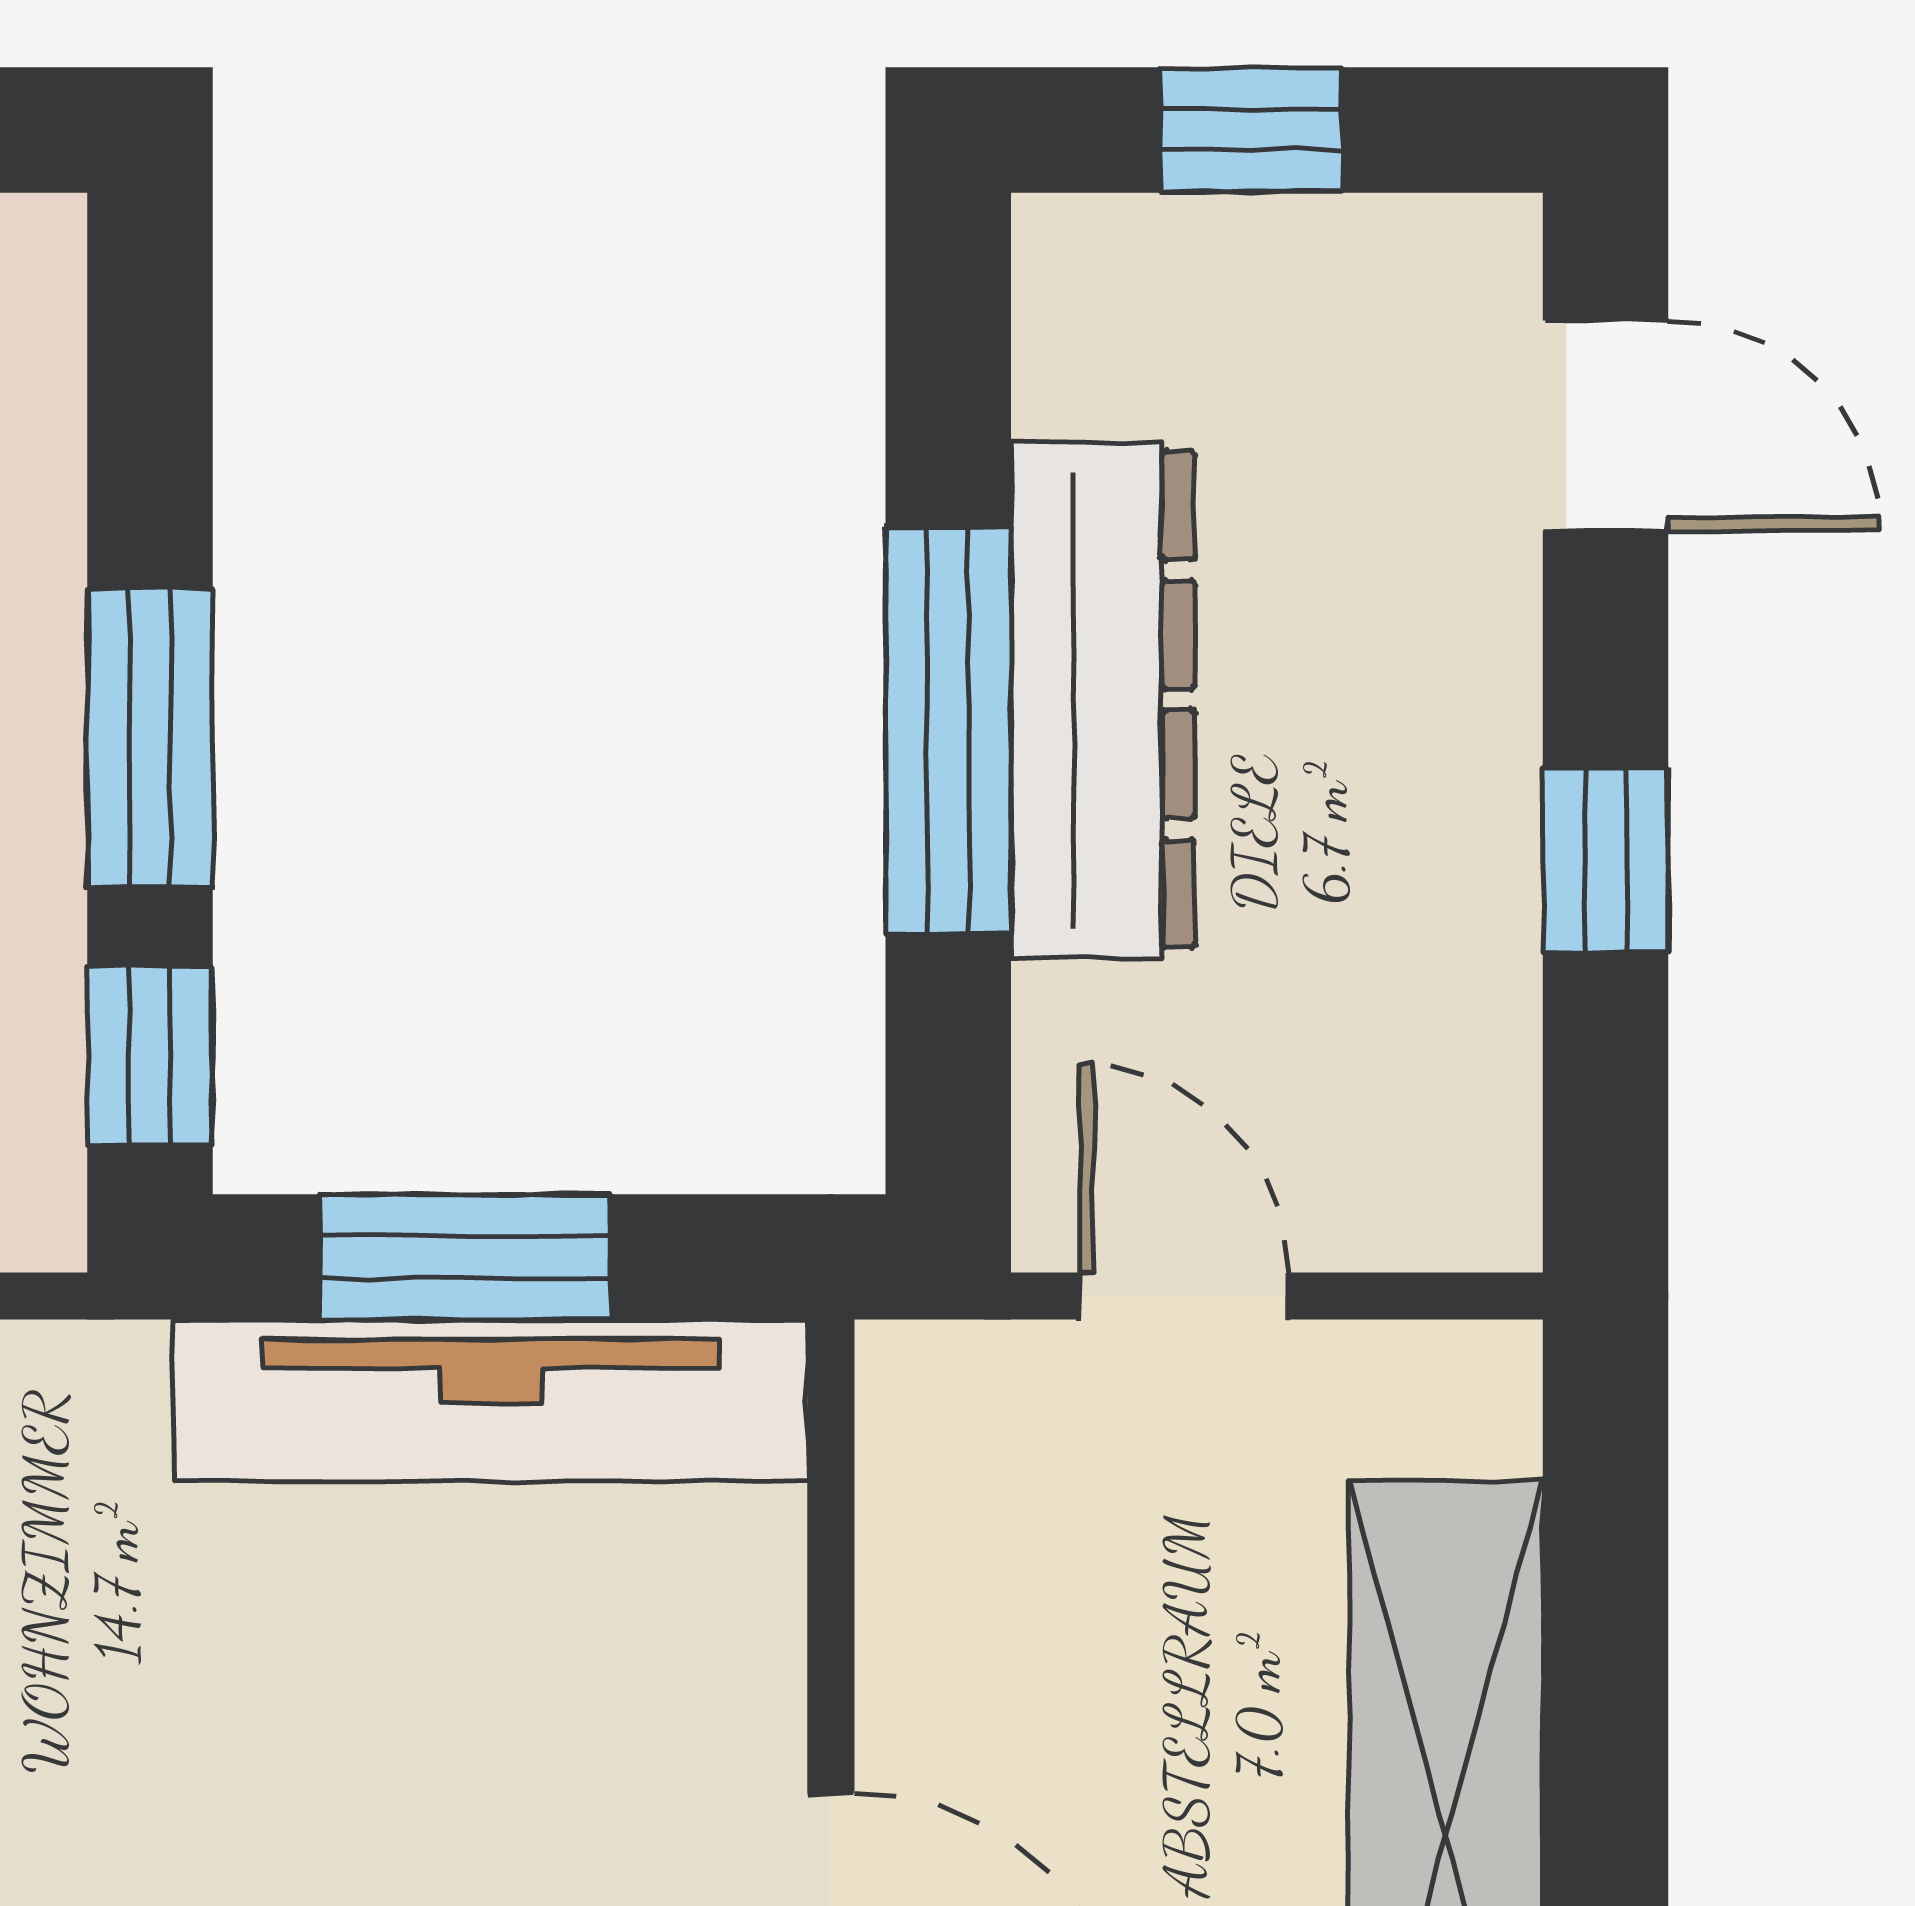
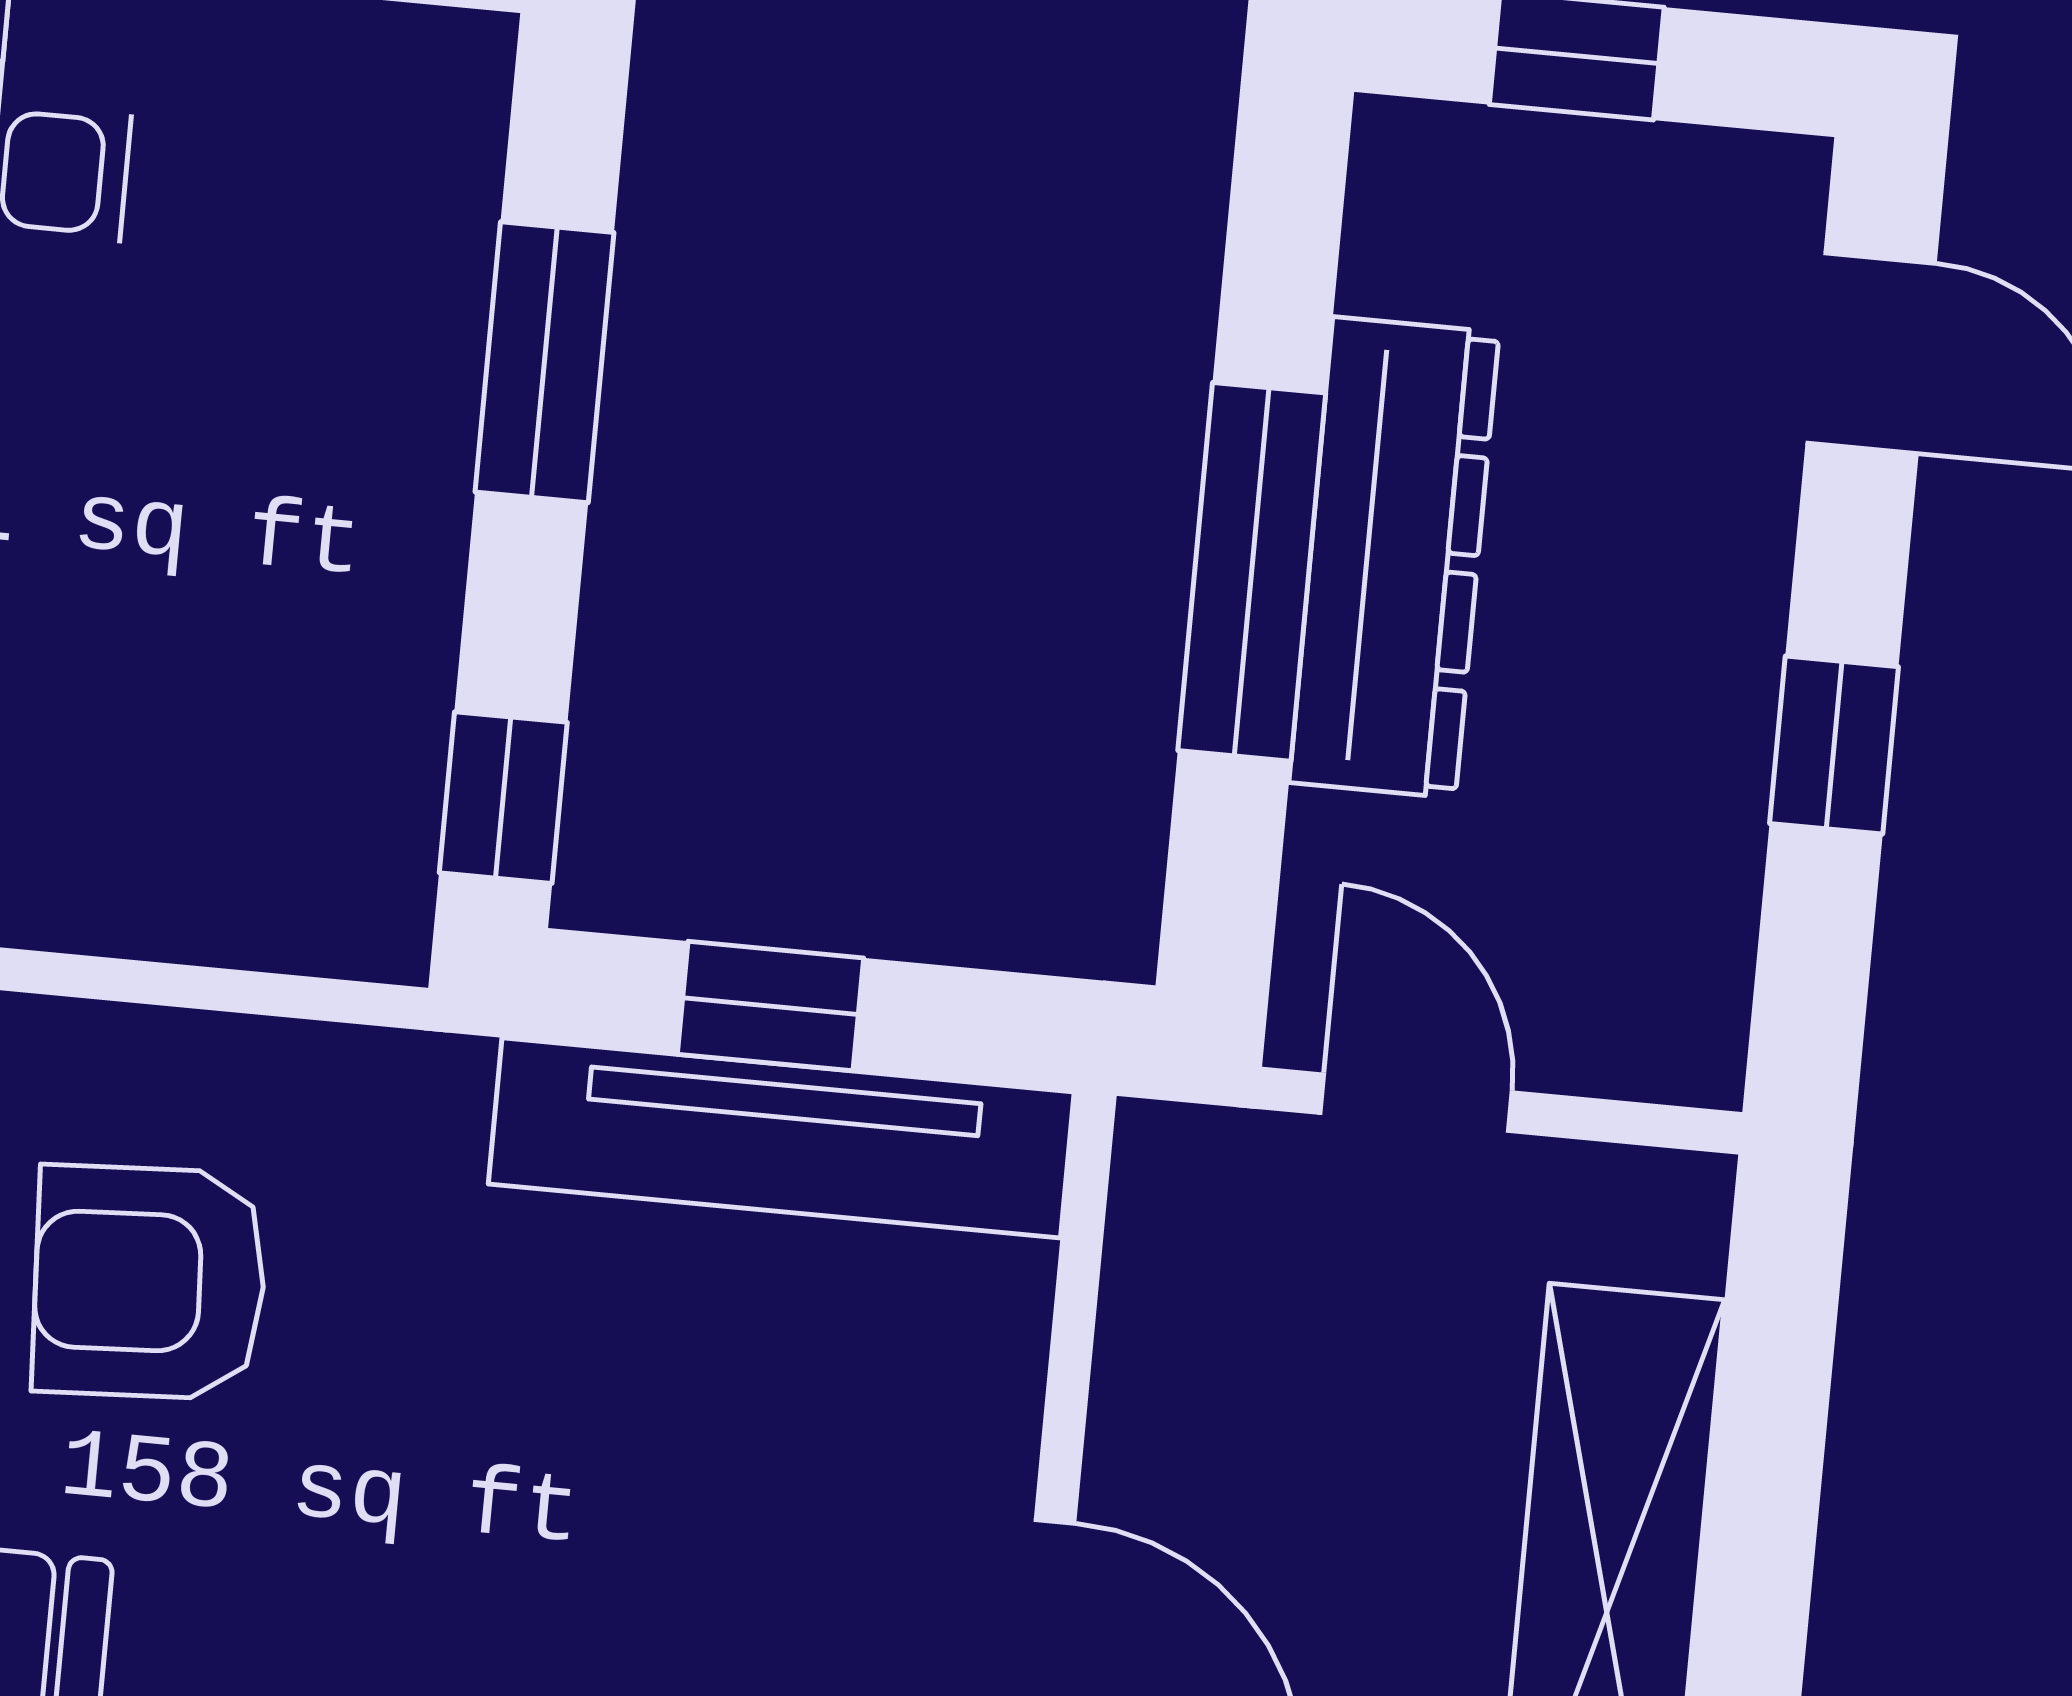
window: (150, 738) -> (544, 362), moved
window: (465, 1257) -> (770, 1006), width x0.67

